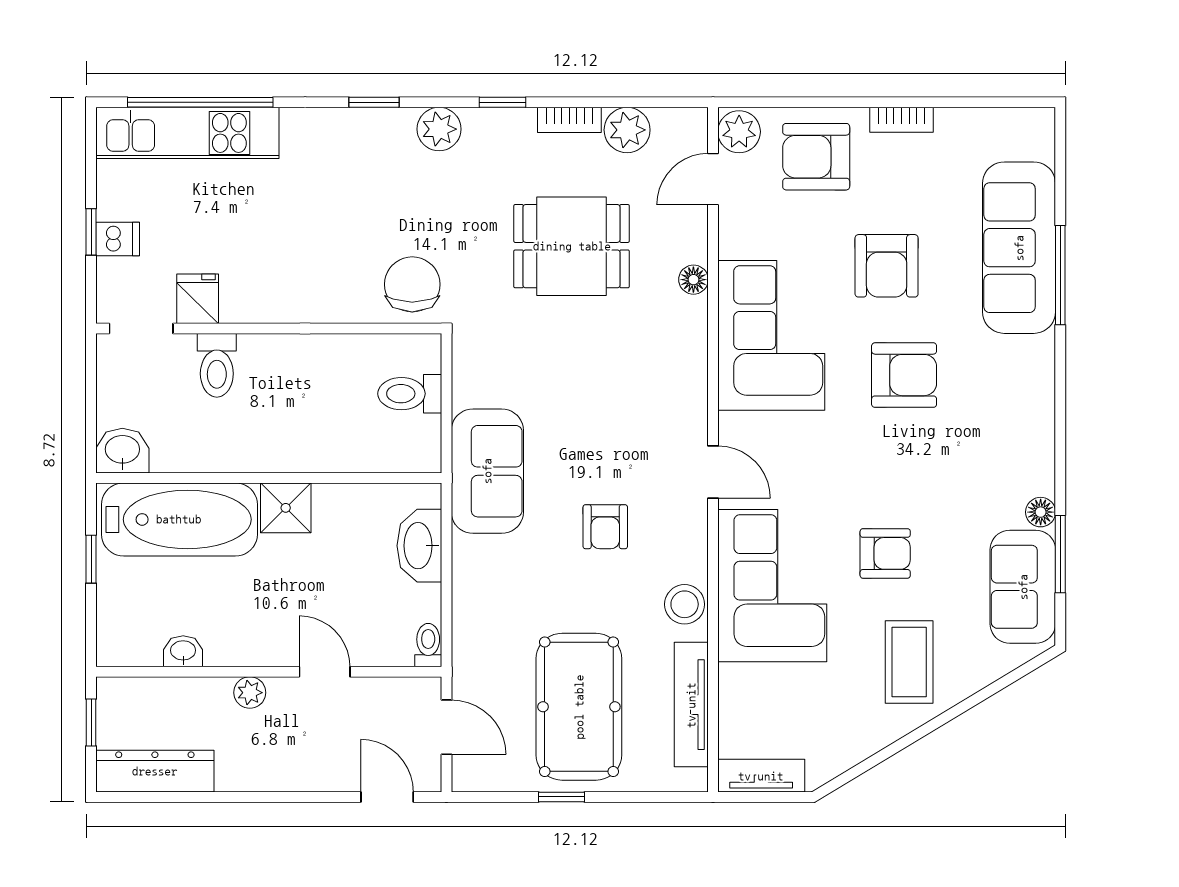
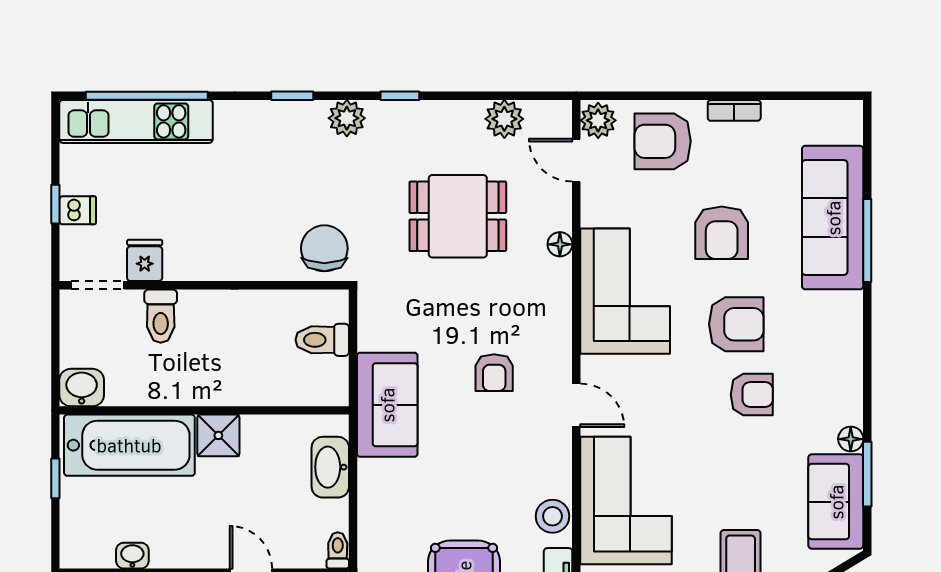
bookcase: (569, 120) -> (456, 110), removed
door: (713, 179) -> (576, 160), hinge flipped
armchair: (605, 527) -> (494, 373), moved
armchair: (885, 553) -> (752, 395), moved

